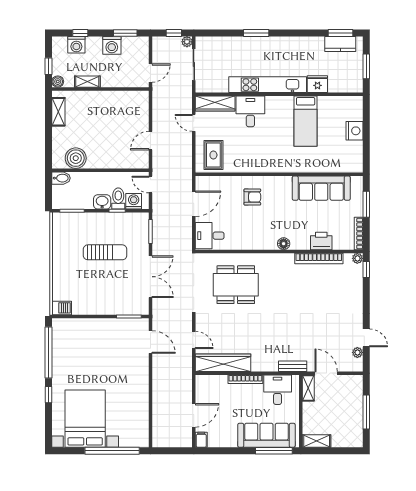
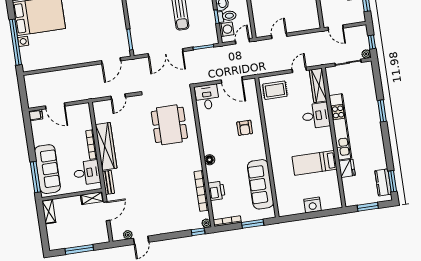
door: (151, 141) -> (279, 36), hinge flipped
wardrobe: (223, 363) -> (106, 146), moved

